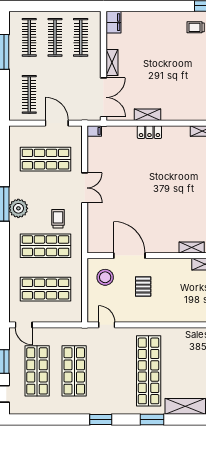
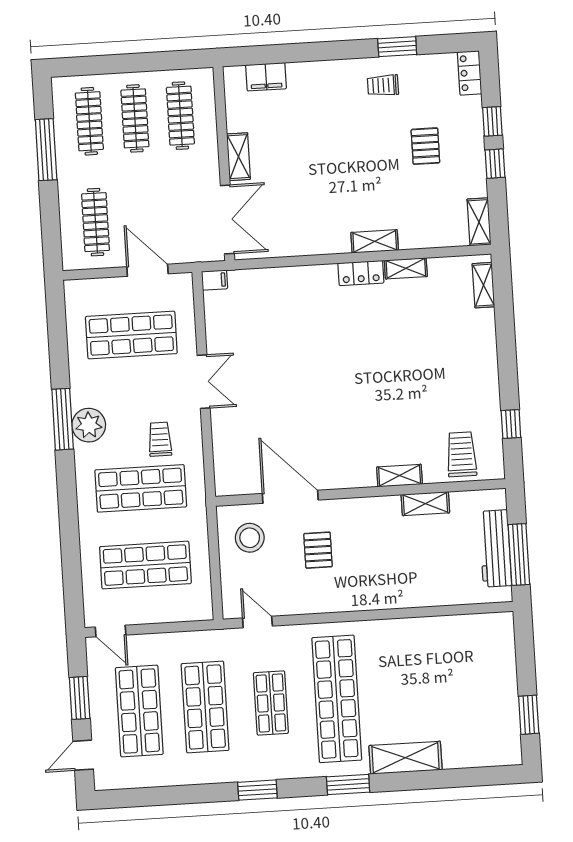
filing cabinet: (113, 22) -> (266, 77), moved, turned 90
shelving: (148, 115) -> (375, 241), moved
locker: (149, 132) -> (361, 273), moved
shop shelf: (111, 371) -> (271, 703), added

